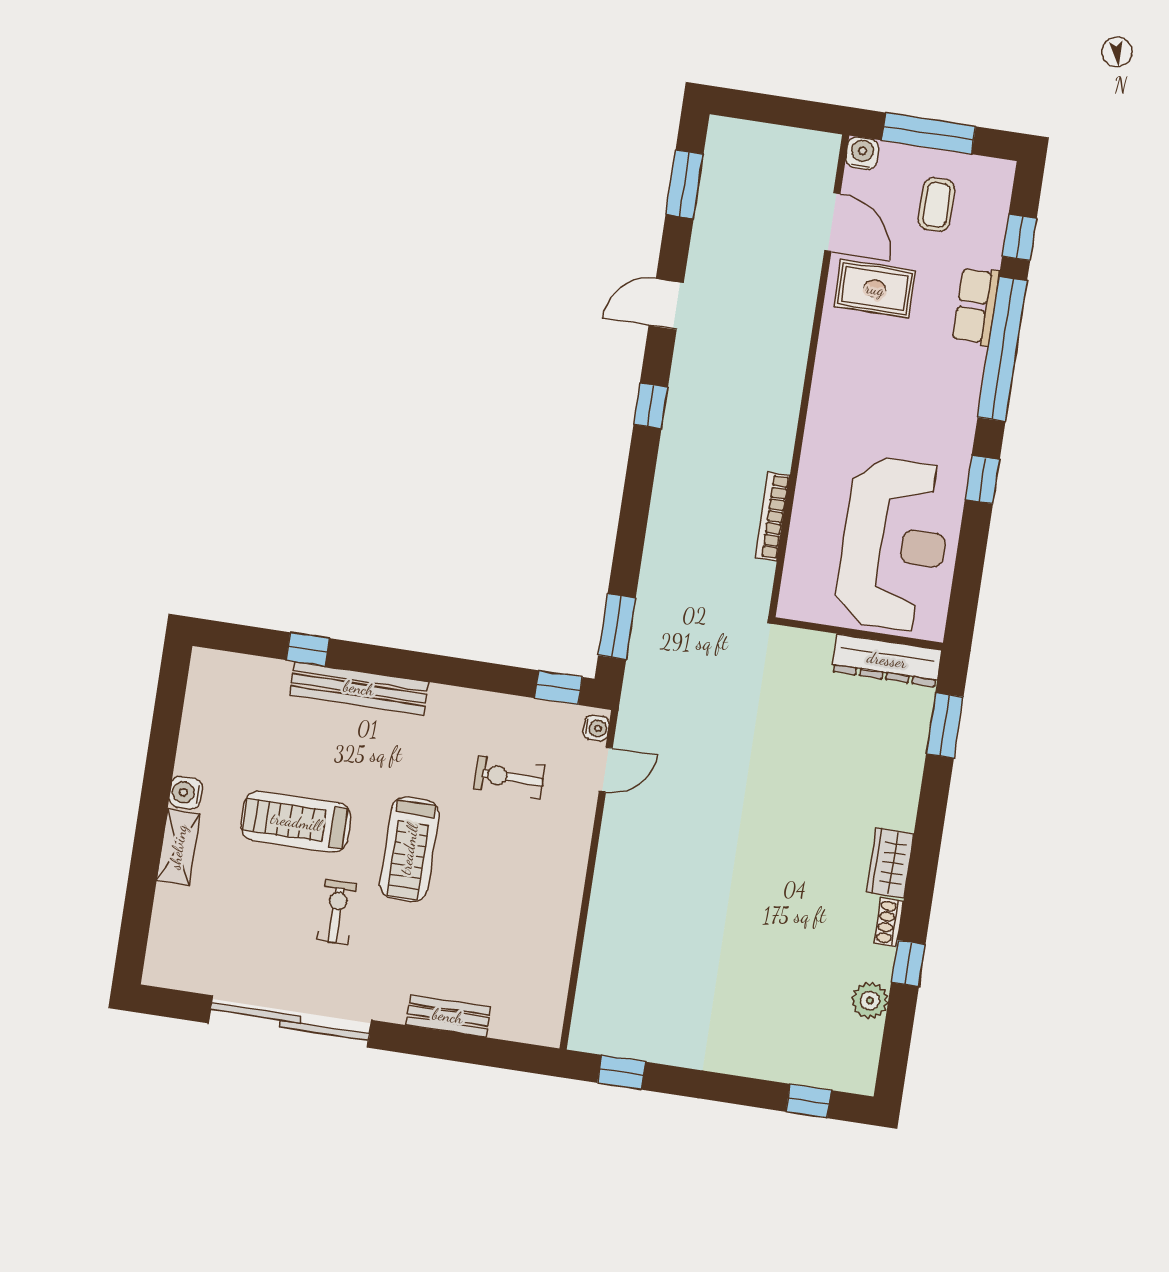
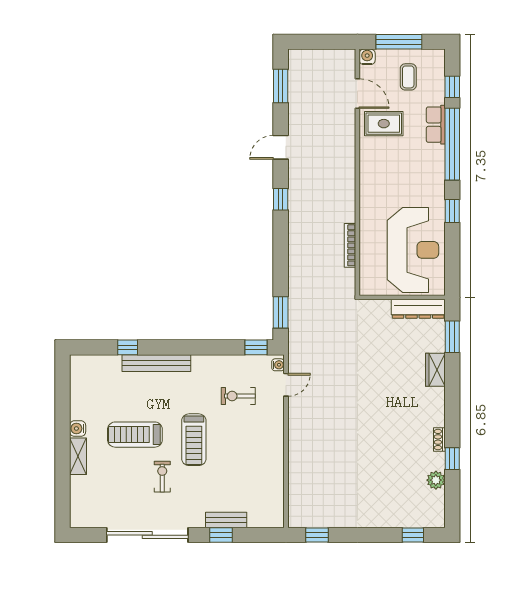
wardrobe: (890, 863) -> (435, 370), moved
window: (434, 1044) -> (221, 535), added

